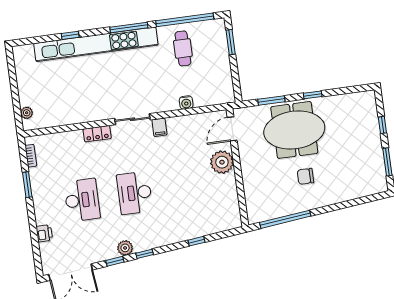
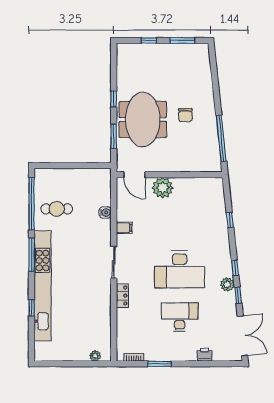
window: (231, 42) -> (57, 166), removed
filing cabinet: (159, 127) -> (124, 228), moved
desk: (135, 193) -> (180, 269), width x1.36, depth x1.30

